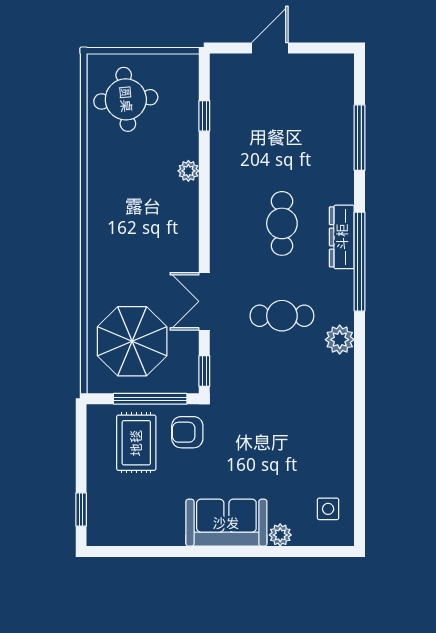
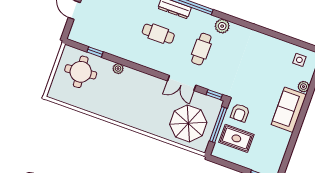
round table: (126, 99) -> (81, 72), moved

